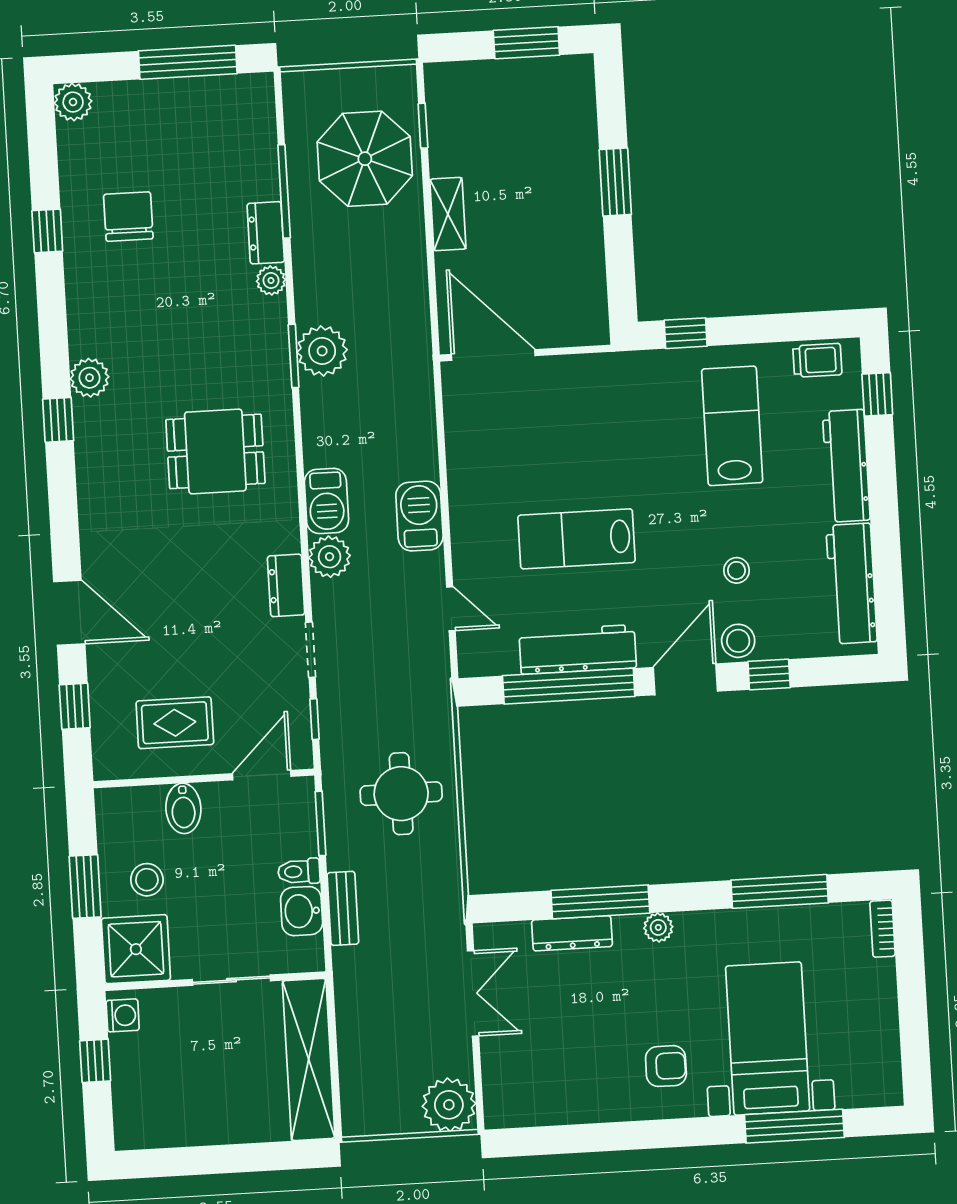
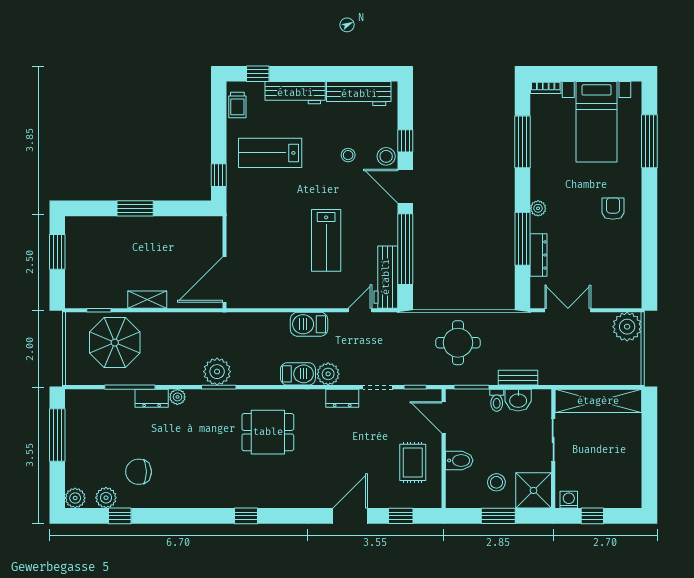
window: (47, 231) -> (120, 516), moved
trolley: (817, 360) -> (237, 105), turned 180
plant: (90, 378) -> (106, 498), moved
dining table: (215, 451) -> (268, 432), turned 90
workbench: (578, 649) -> (386, 277), moved
bed with nightstands: (768, 1038) -> (597, 122), moved, turned -90

